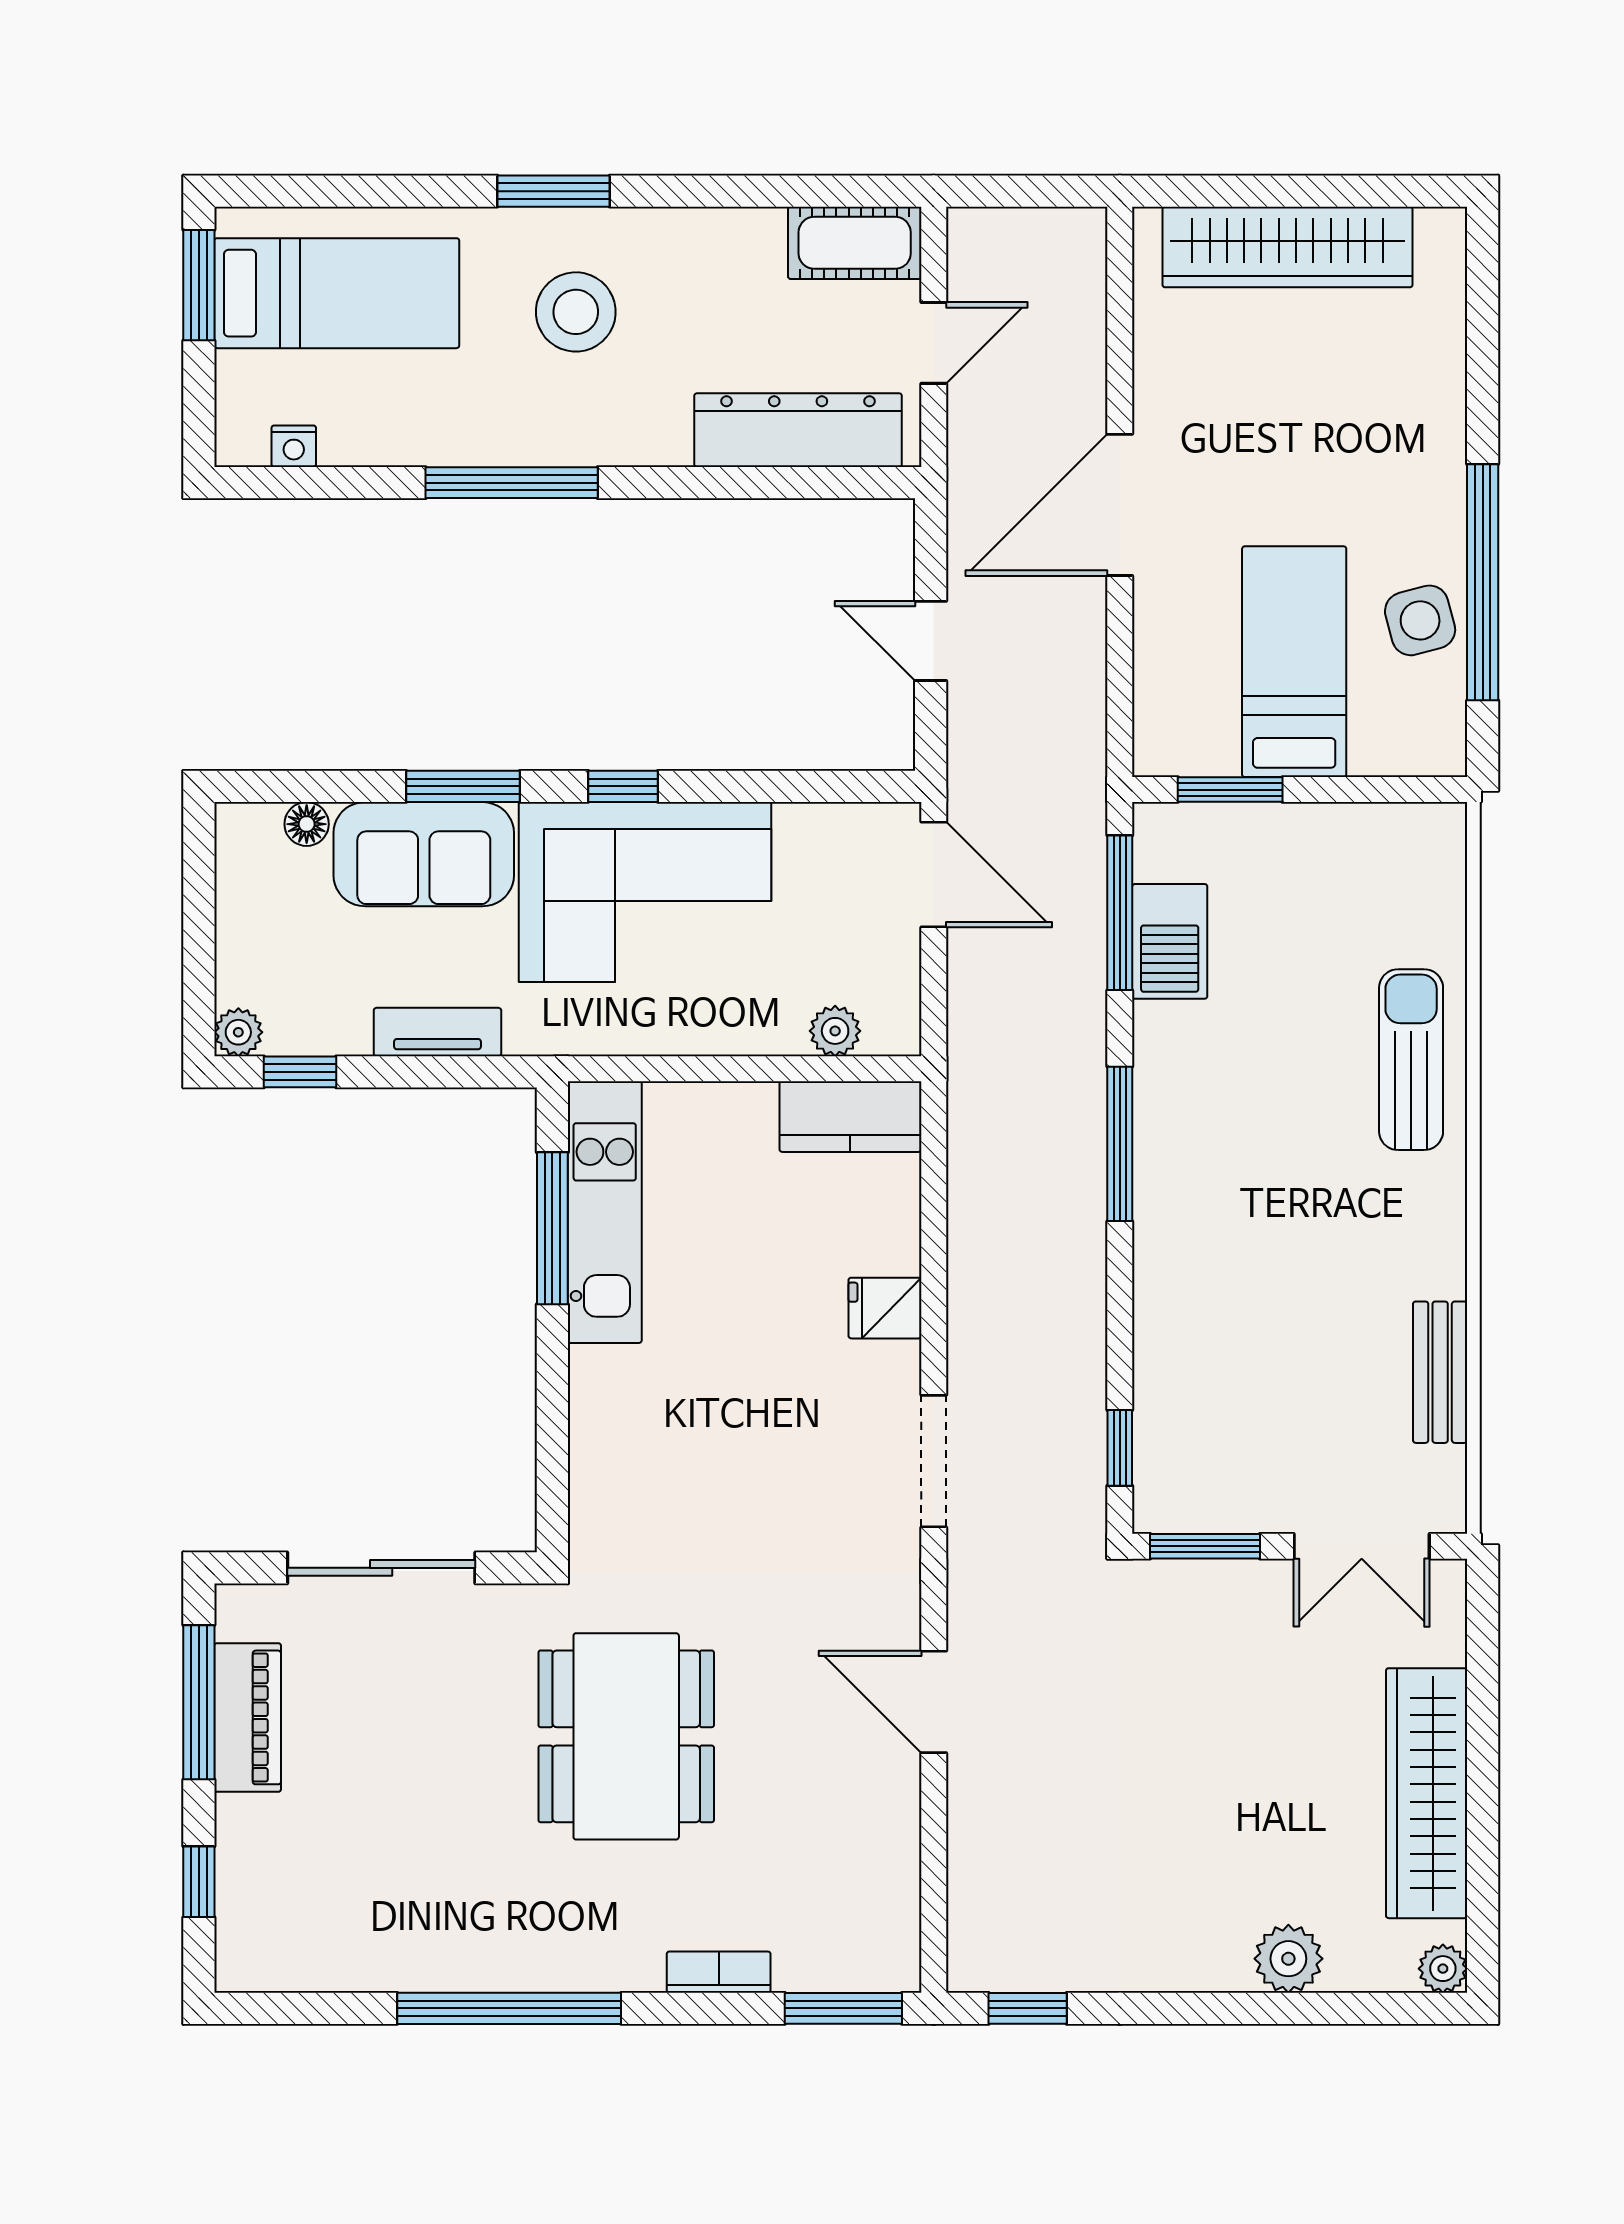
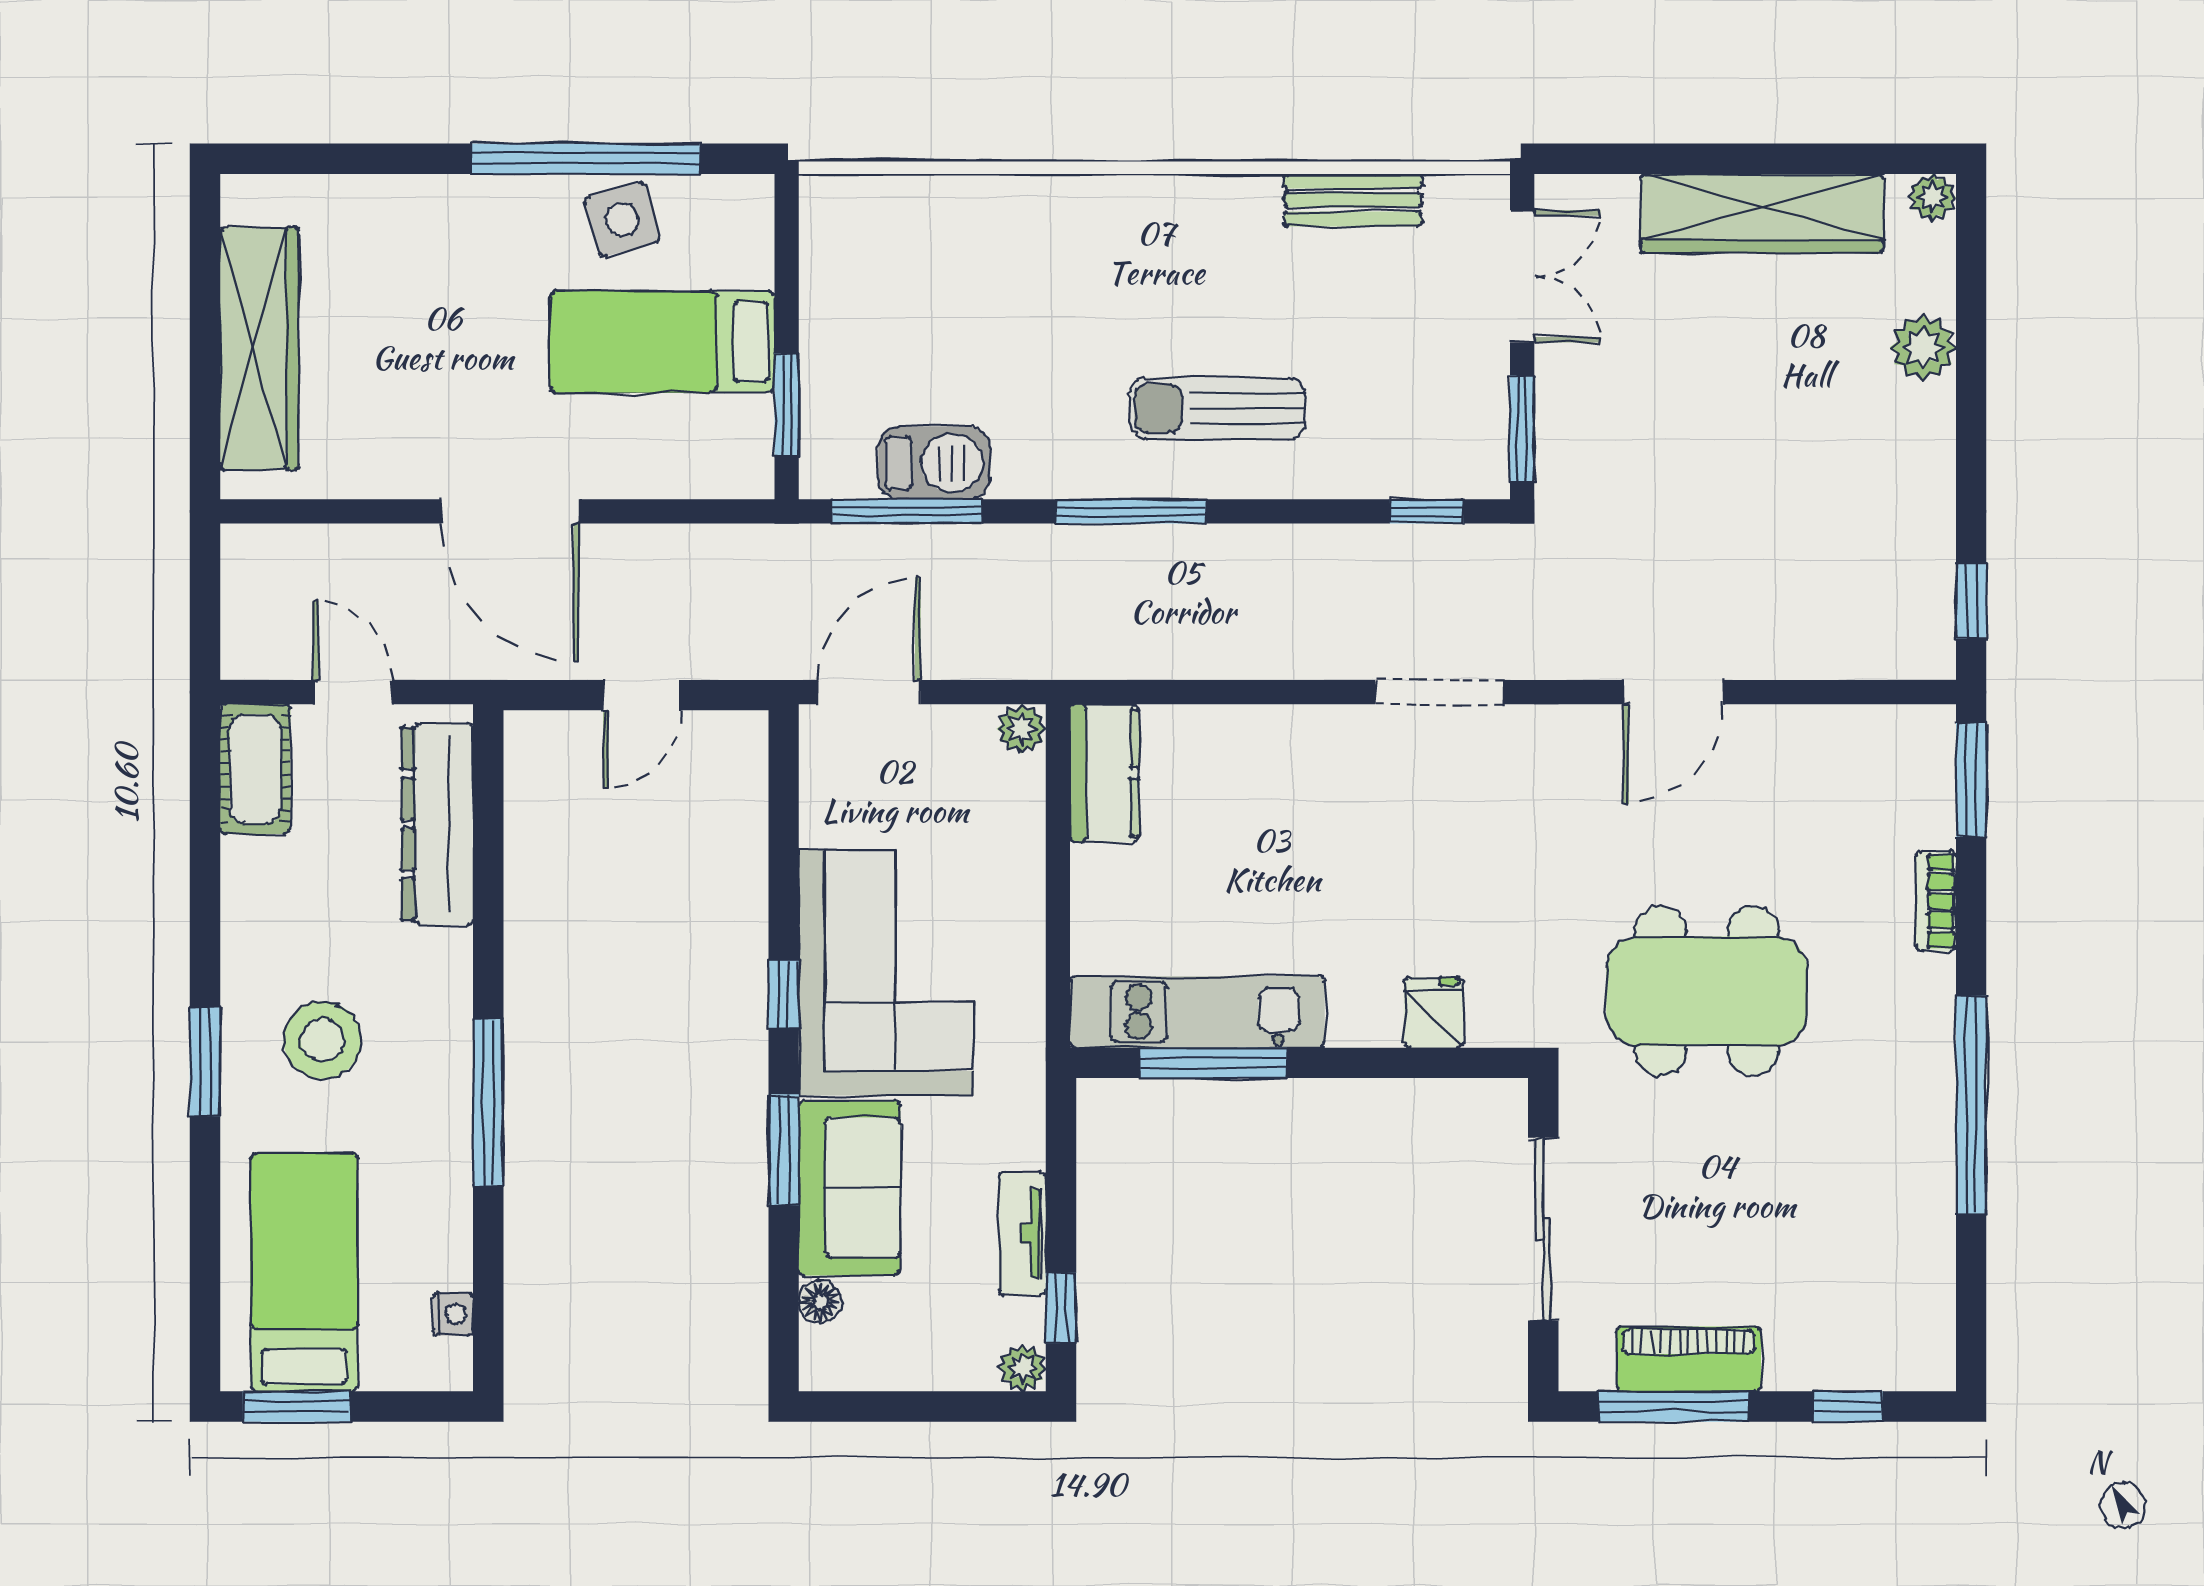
plant: (835, 1031) -> (1021, 729), moved
tv unit: (438, 1032) -> (1022, 1233), moved
sun lounger: (1411, 1060) -> (1217, 408), moved
fridge: (885, 1308) -> (1433, 1012), moved, turned 180

